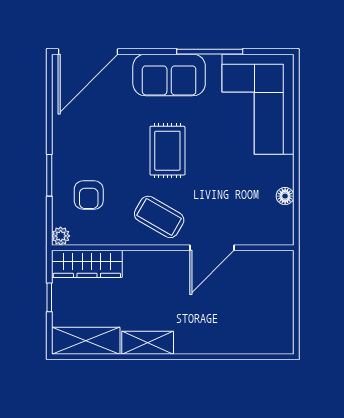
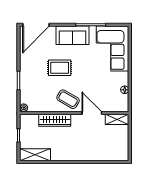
rug: (167, 151) -> (60, 68), moved, turned 90
armchair: (89, 195) -> (36, 89), removed
door: (212, 248) -> (92, 113), swing flipped
wardrobe: (87, 264) -> (55, 120), moved
shelving: (148, 343) -> (117, 119), moved

